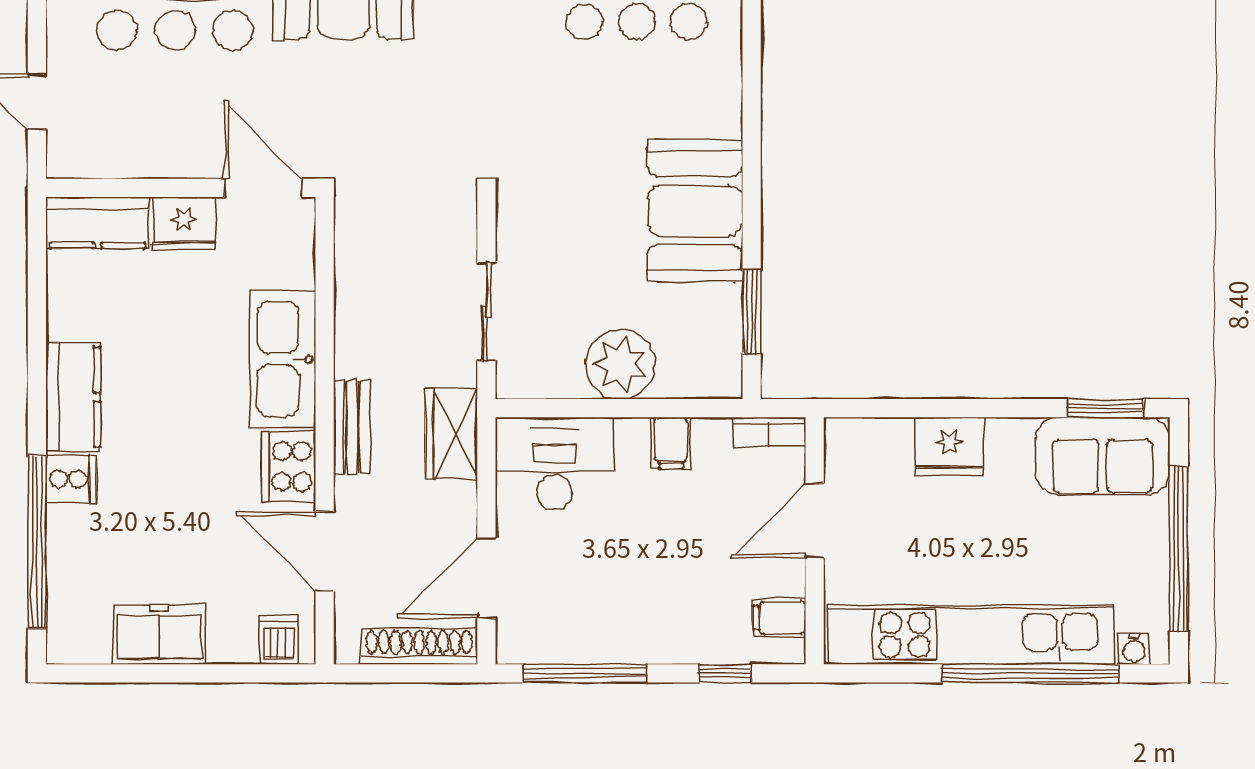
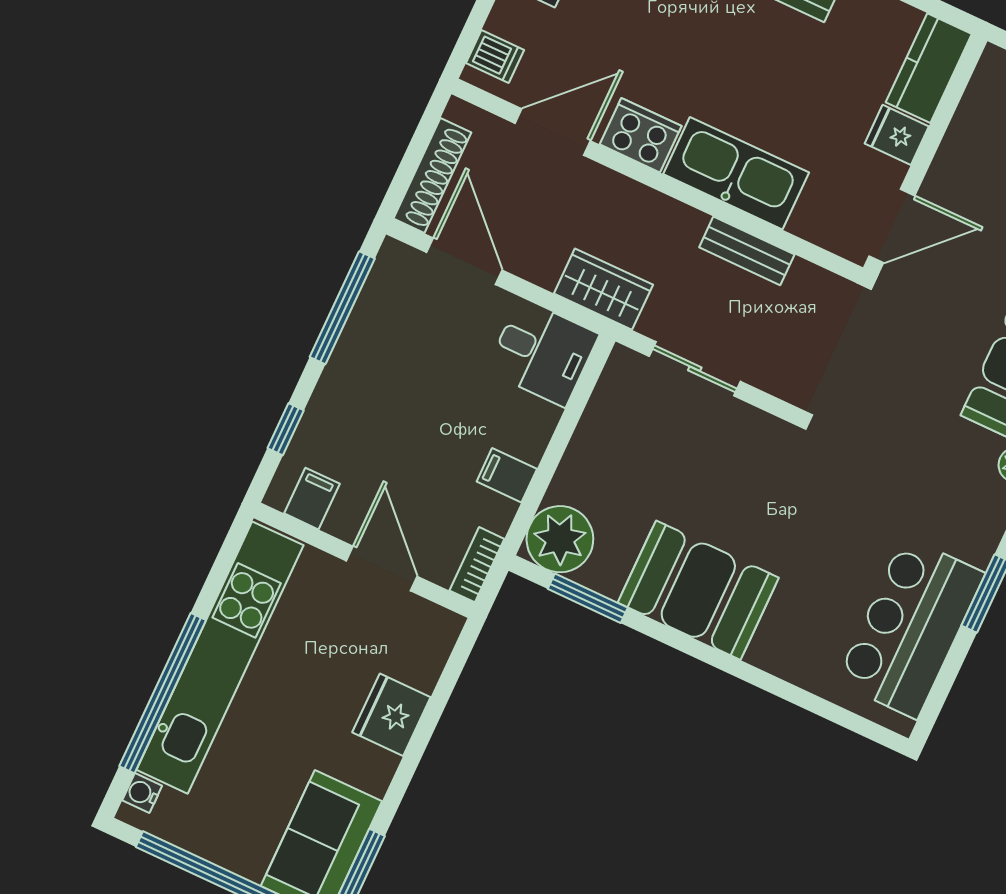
fridge: (184, 224) -> (897, 135), width x0.72
plant: (620, 364) -> (560, 539), moved
bench: (351, 427) -> (747, 251), moved
desk: (554, 464) -> (543, 353), width x0.73

